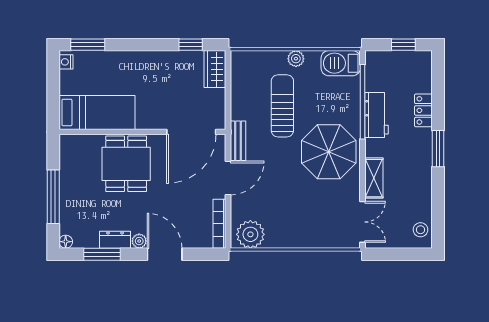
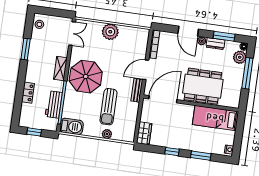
window: (88, 45) -> (201, 156), moved
window: (191, 45) -> (172, 152), moved
plant: (296, 59) -> (107, 134), moved
workbench: (376, 115) -> (54, 104), moved
window: (438, 149) -> (26, 49), moved
dining table: (126, 164) -> (203, 86), width x1.38
shelving: (374, 178) -> (60, 69), moved
plant: (70, 222) -> (240, 57), added
double door: (362, 222) -> (72, 34), swing flipped
plant: (250, 234) -> (110, 32), moved

